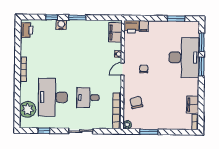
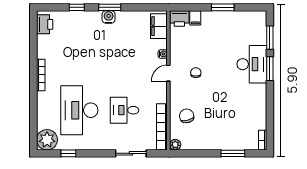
window: (176, 18) -> (223, 7), moved
water cooler: (61, 25) -> (109, 17), moved
desk: (184, 57) -> (252, 64), width x0.73, depth x0.77
filing cabinet: (193, 105) -> (259, 118), removed
plant: (28, 109) -> (47, 140), moved
sliding door: (81, 131) -> (131, 153), moved
window: (149, 132) -> (233, 153), moved

